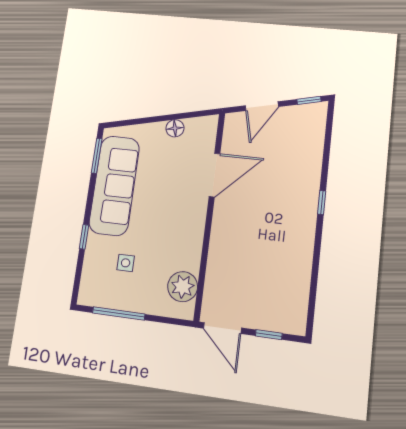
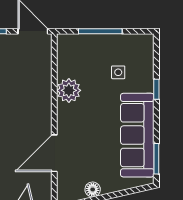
plant: (183, 287) -> (69, 90), moved
window: (119, 314) -> (100, 31), moved

